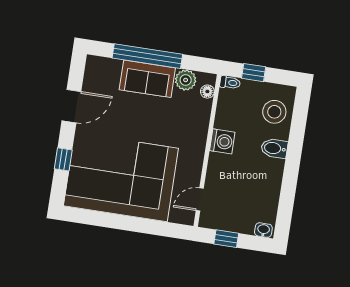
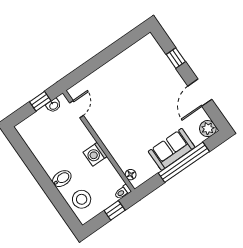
plant: (186, 80) -> (208, 129), moved
corner sofa: (121, 177) -> (133, 79), removed
washbasin: (263, 230) -> (54, 106), moved

